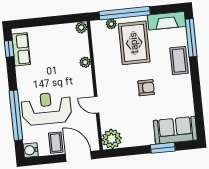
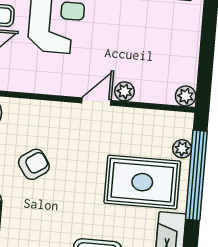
armchair: (146, 88) -> (34, 164), moved, turned -124
door: (97, 105) -> (96, 102), moved

